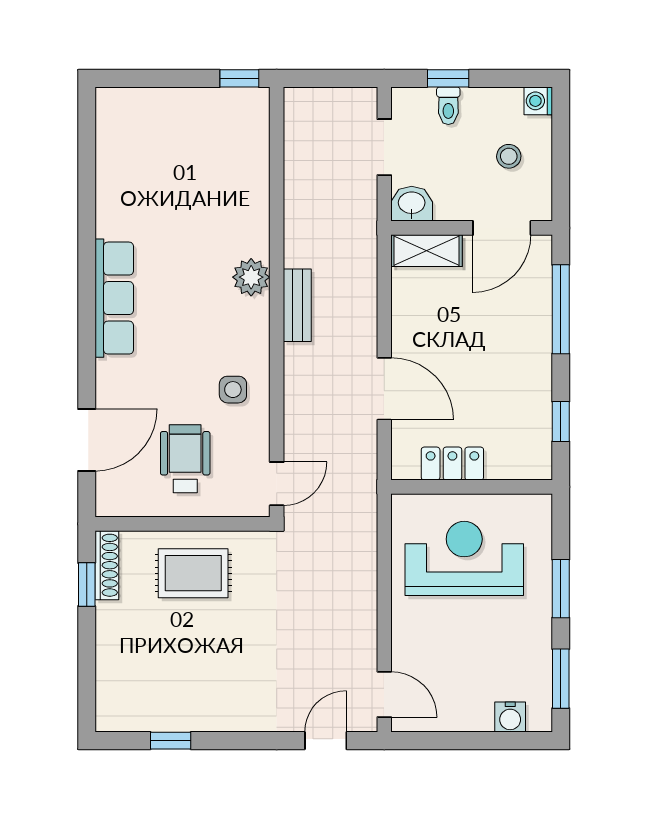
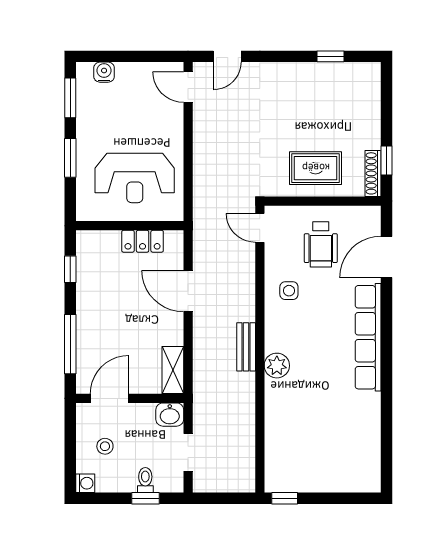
shelving: (427, 251) -> (173, 370), moved, turned 90
row of seats: (114, 298) -> (368, 337), width x1.36
door: (277, 484) -> (260, 228), hinge flipped

